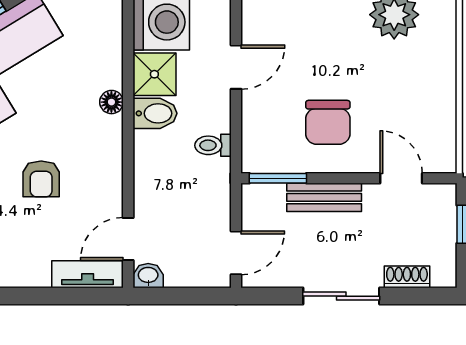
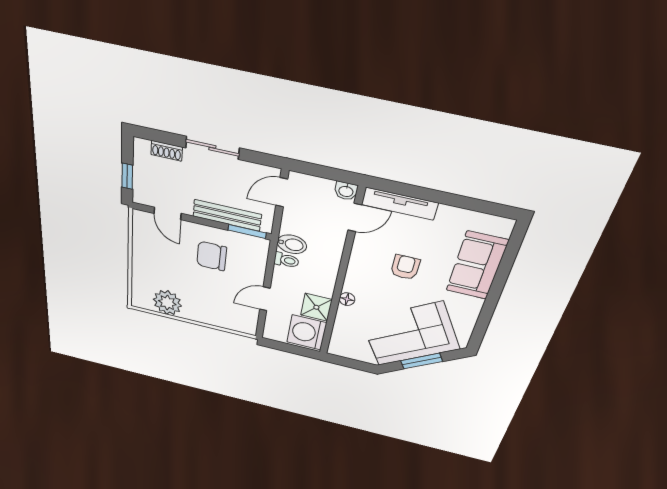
bidet: (155, 113) -> (292, 244), moved, turned 180
chair: (328, 122) -> (212, 256), turned -90
bench: (324, 197) -> (227, 215), width x1.36
tv unit: (88, 274) -> (400, 204), width x1.41

